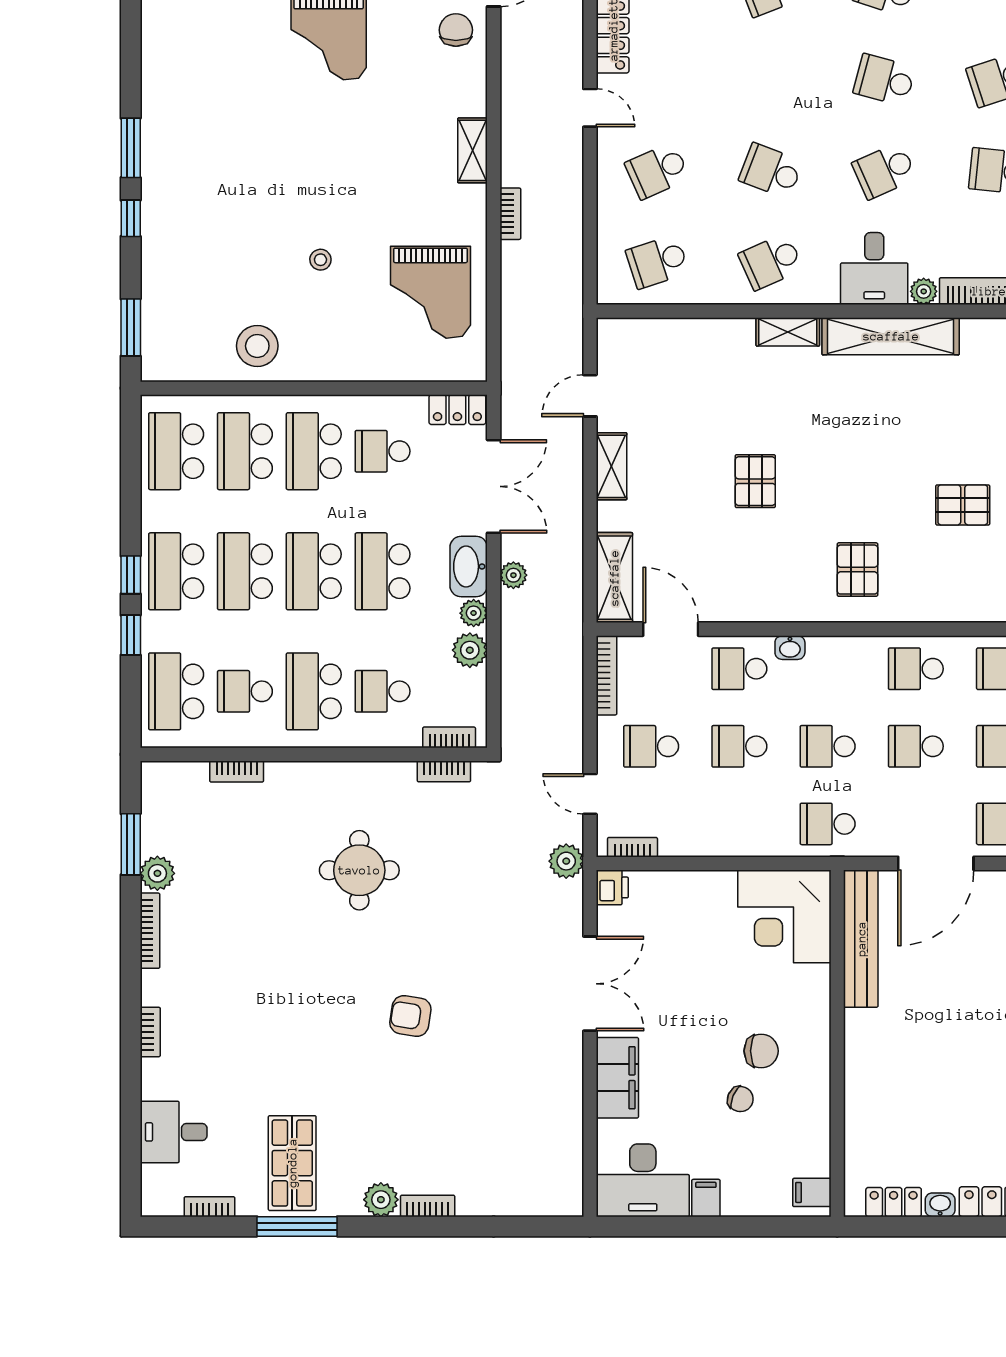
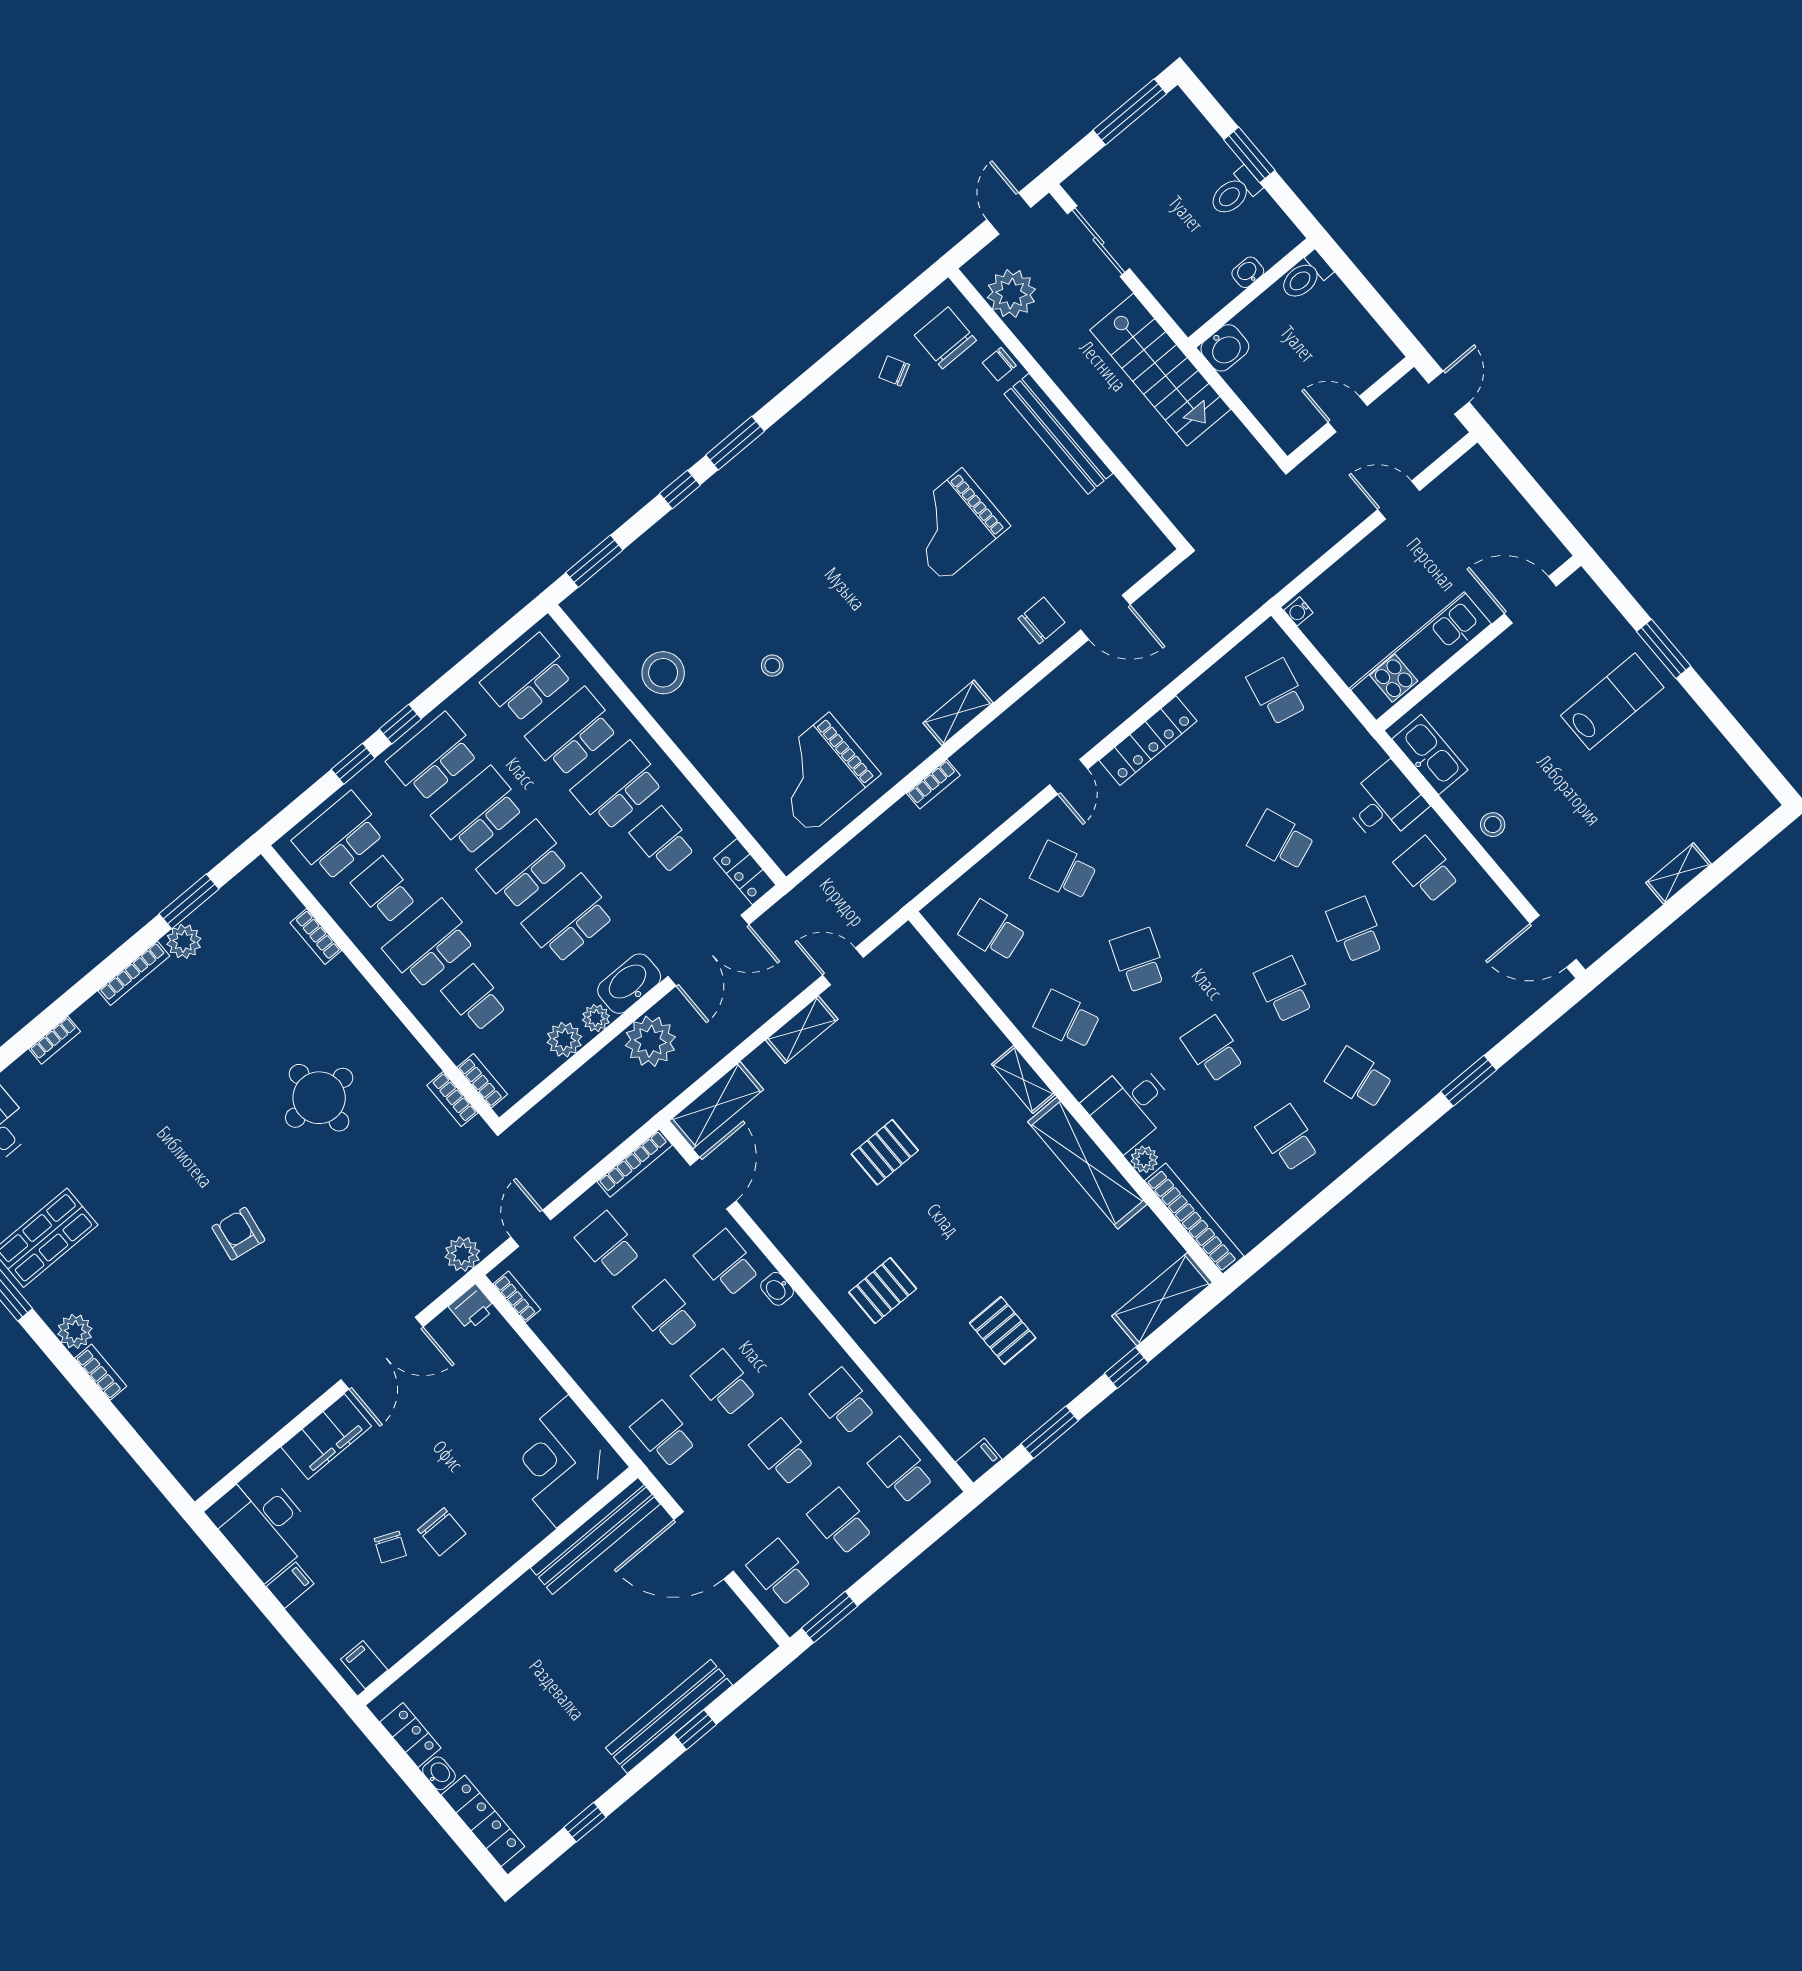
school desk: (884, 171) -> (1213, 1049), turned 30
plant: (513, 575) -> (650, 1041), width x1.87, depth x1.87

